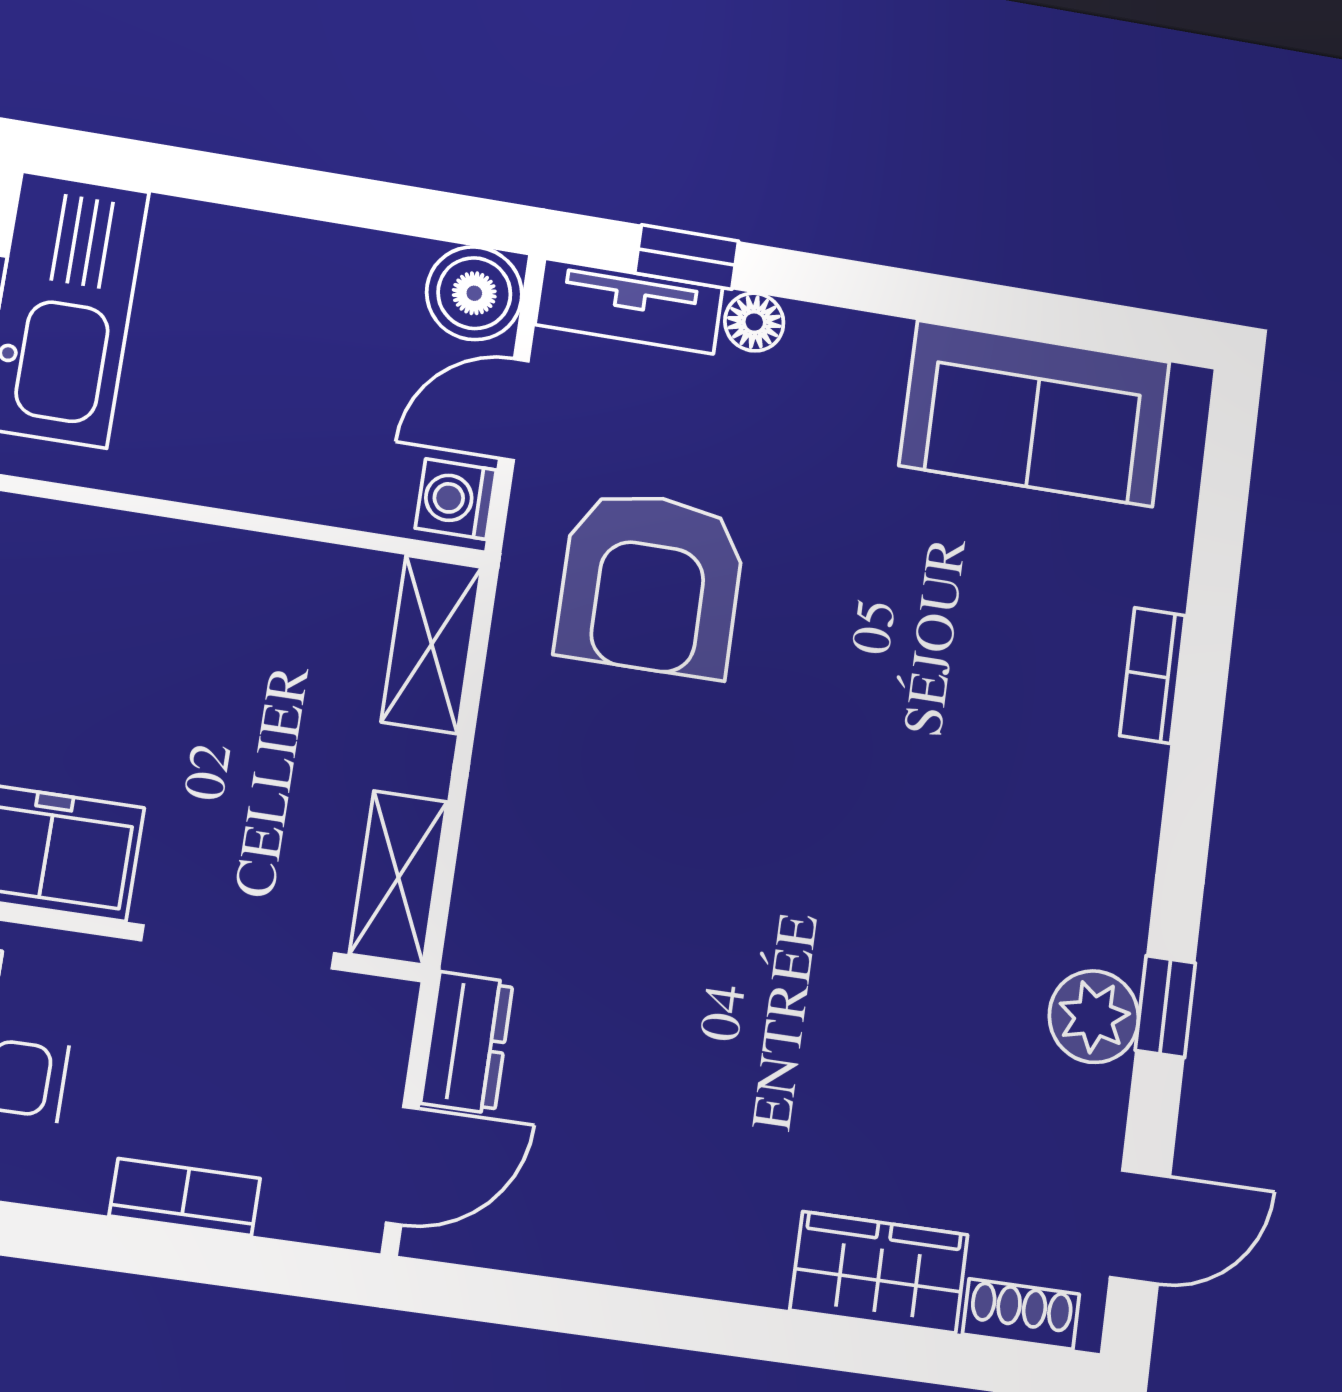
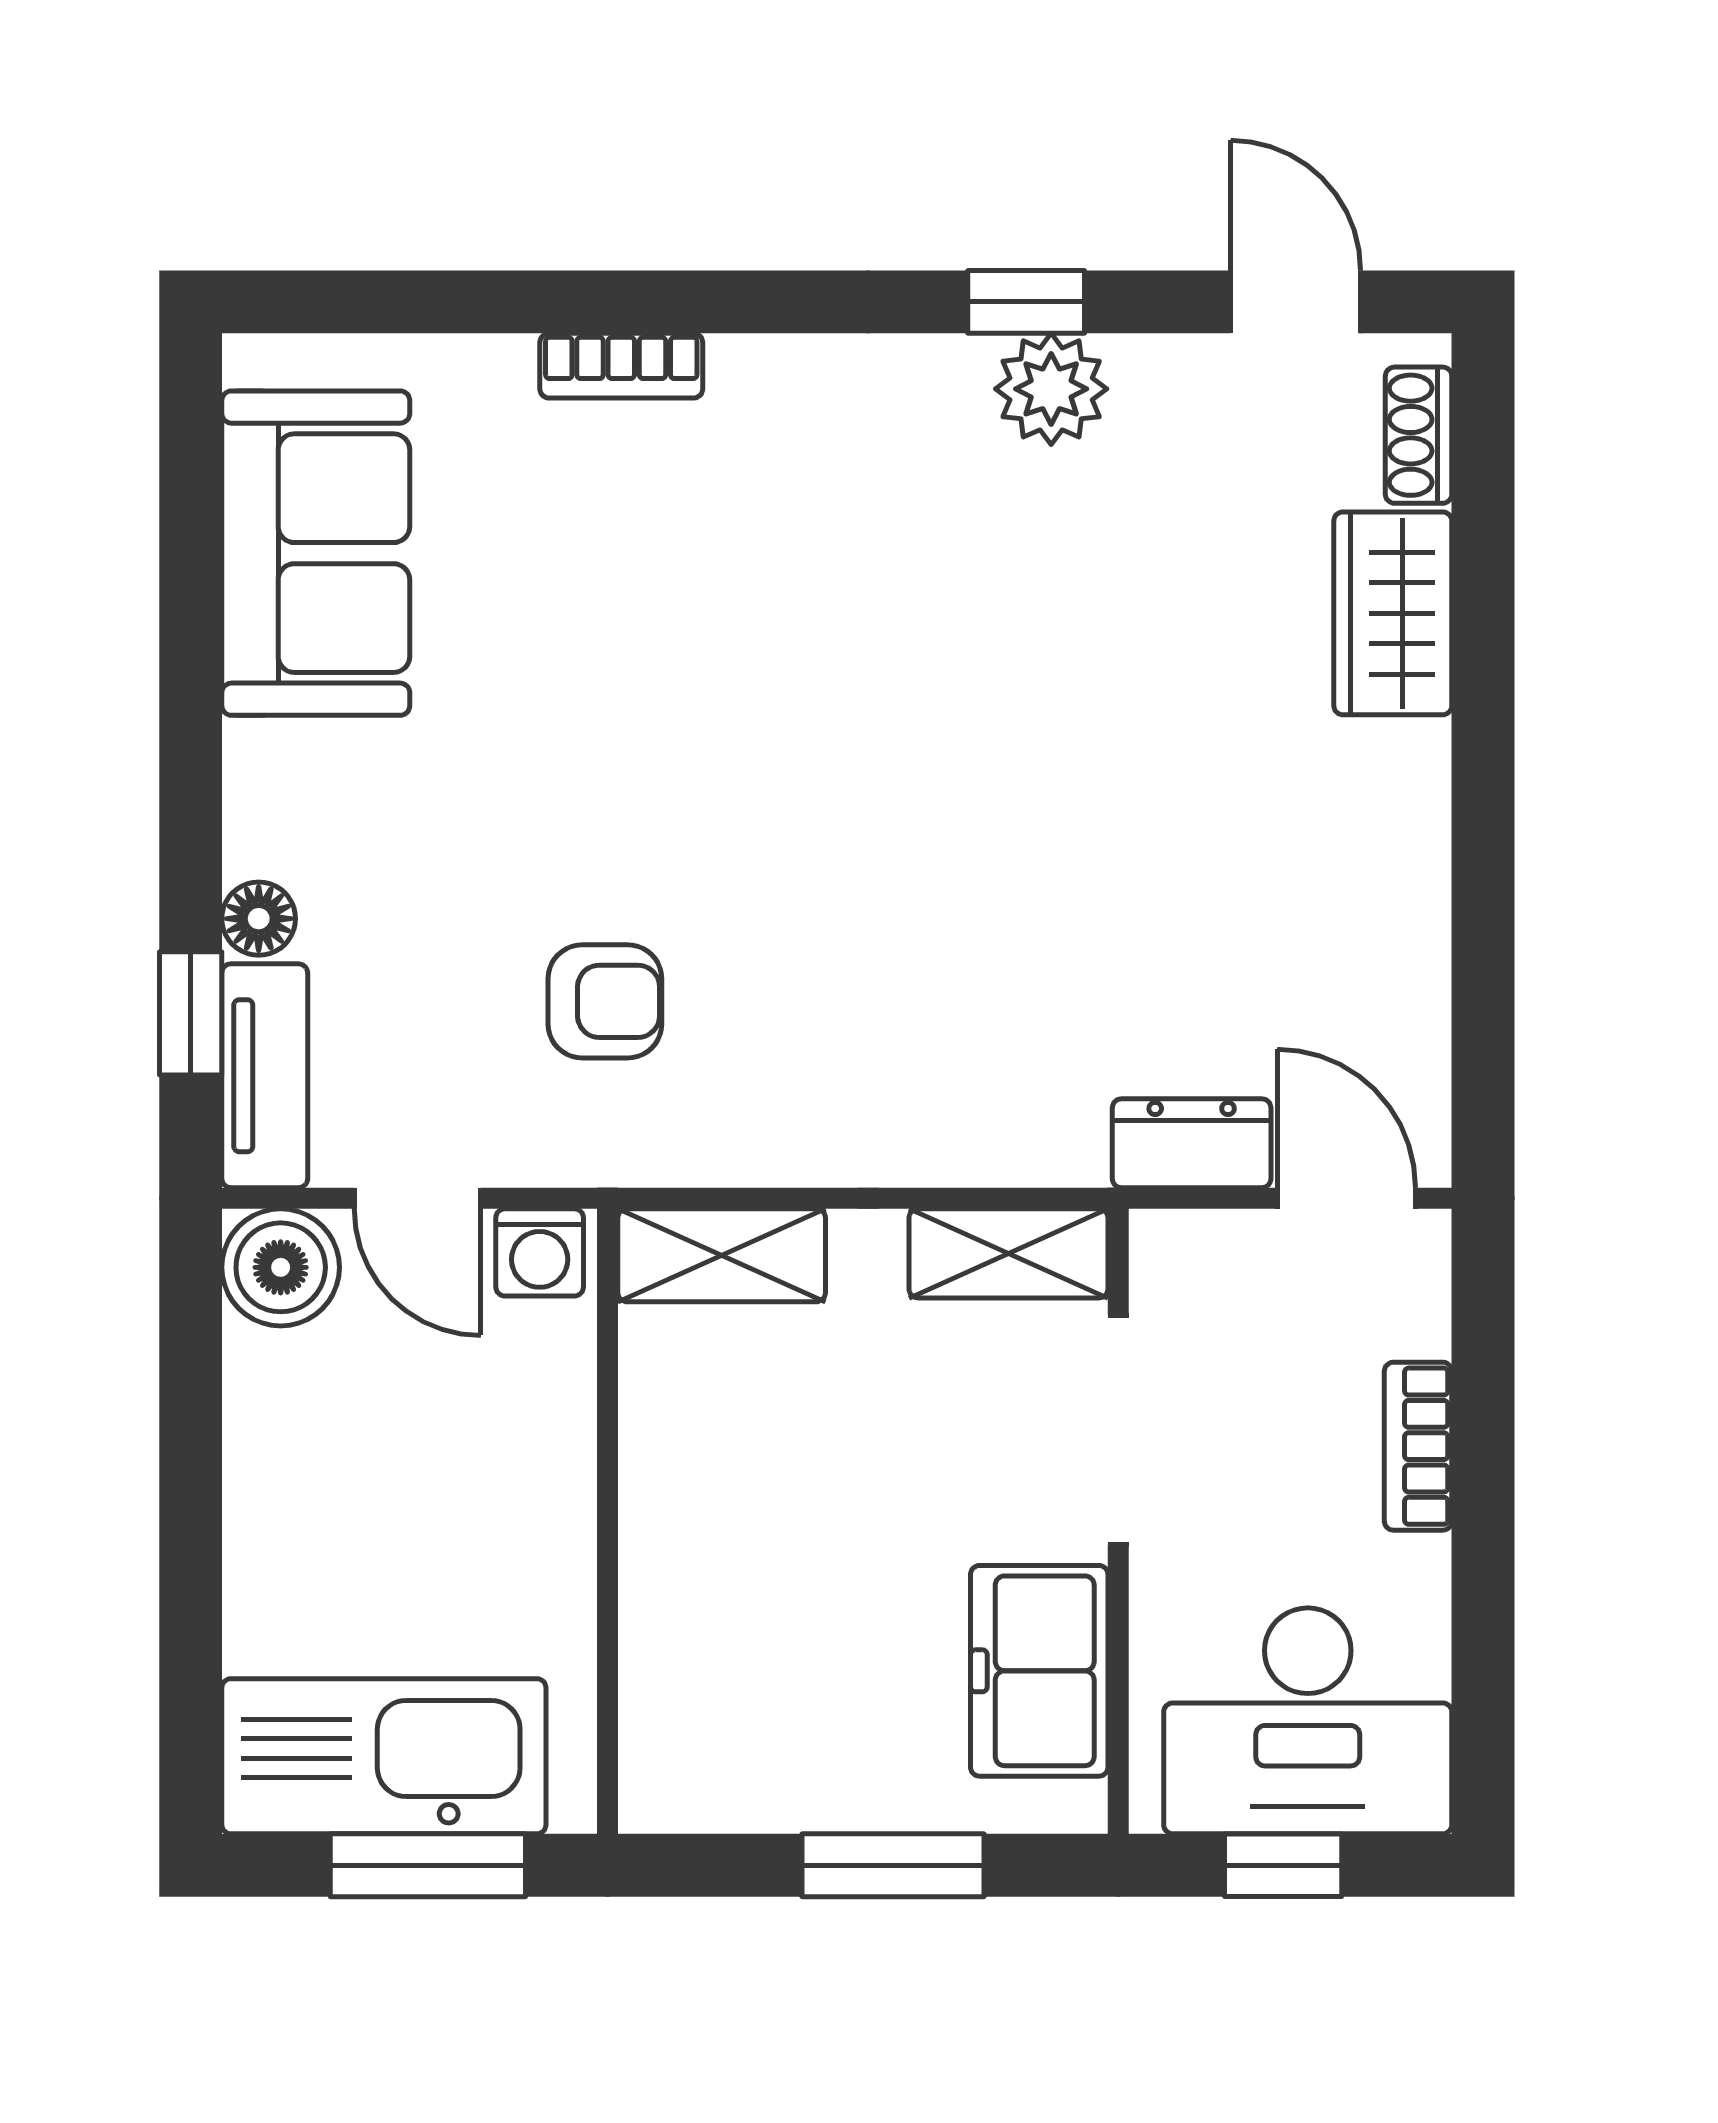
armchair: (651, 583) -> (605, 1001), width x0.53, depth x0.53

